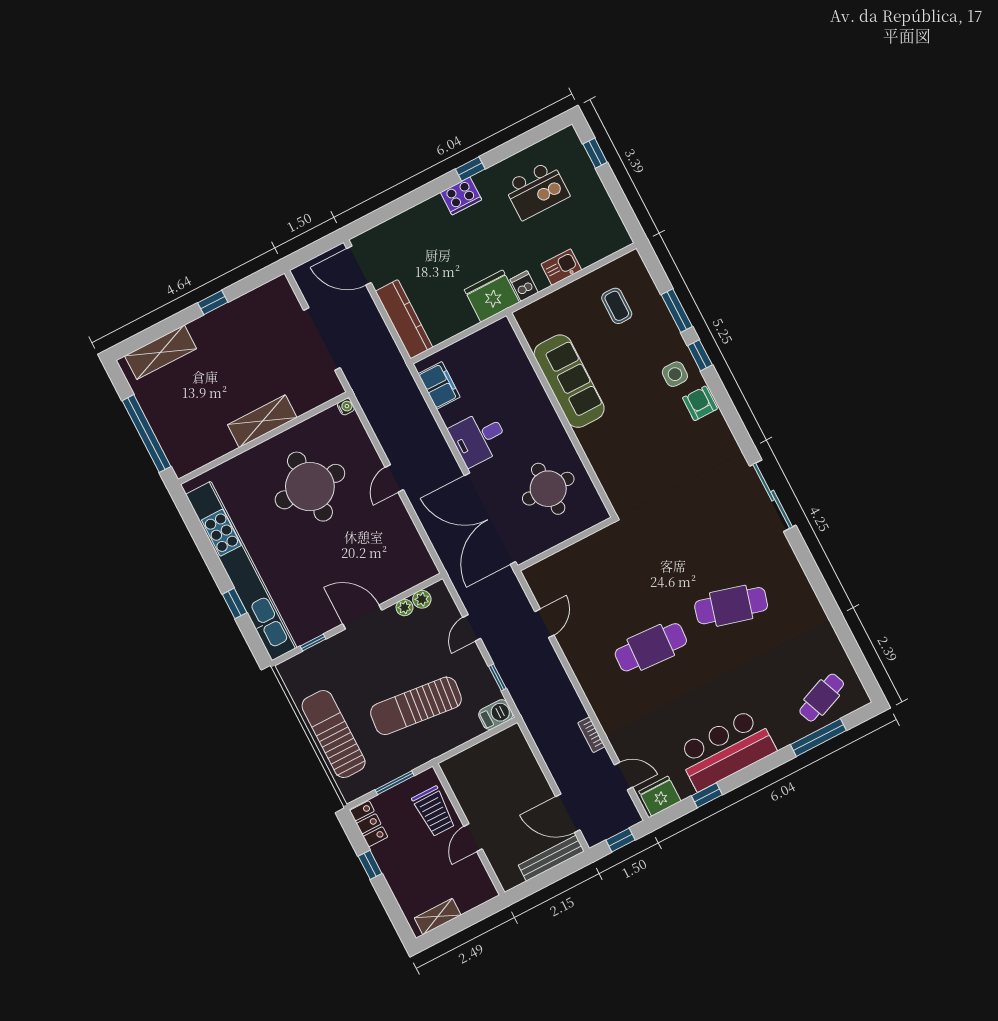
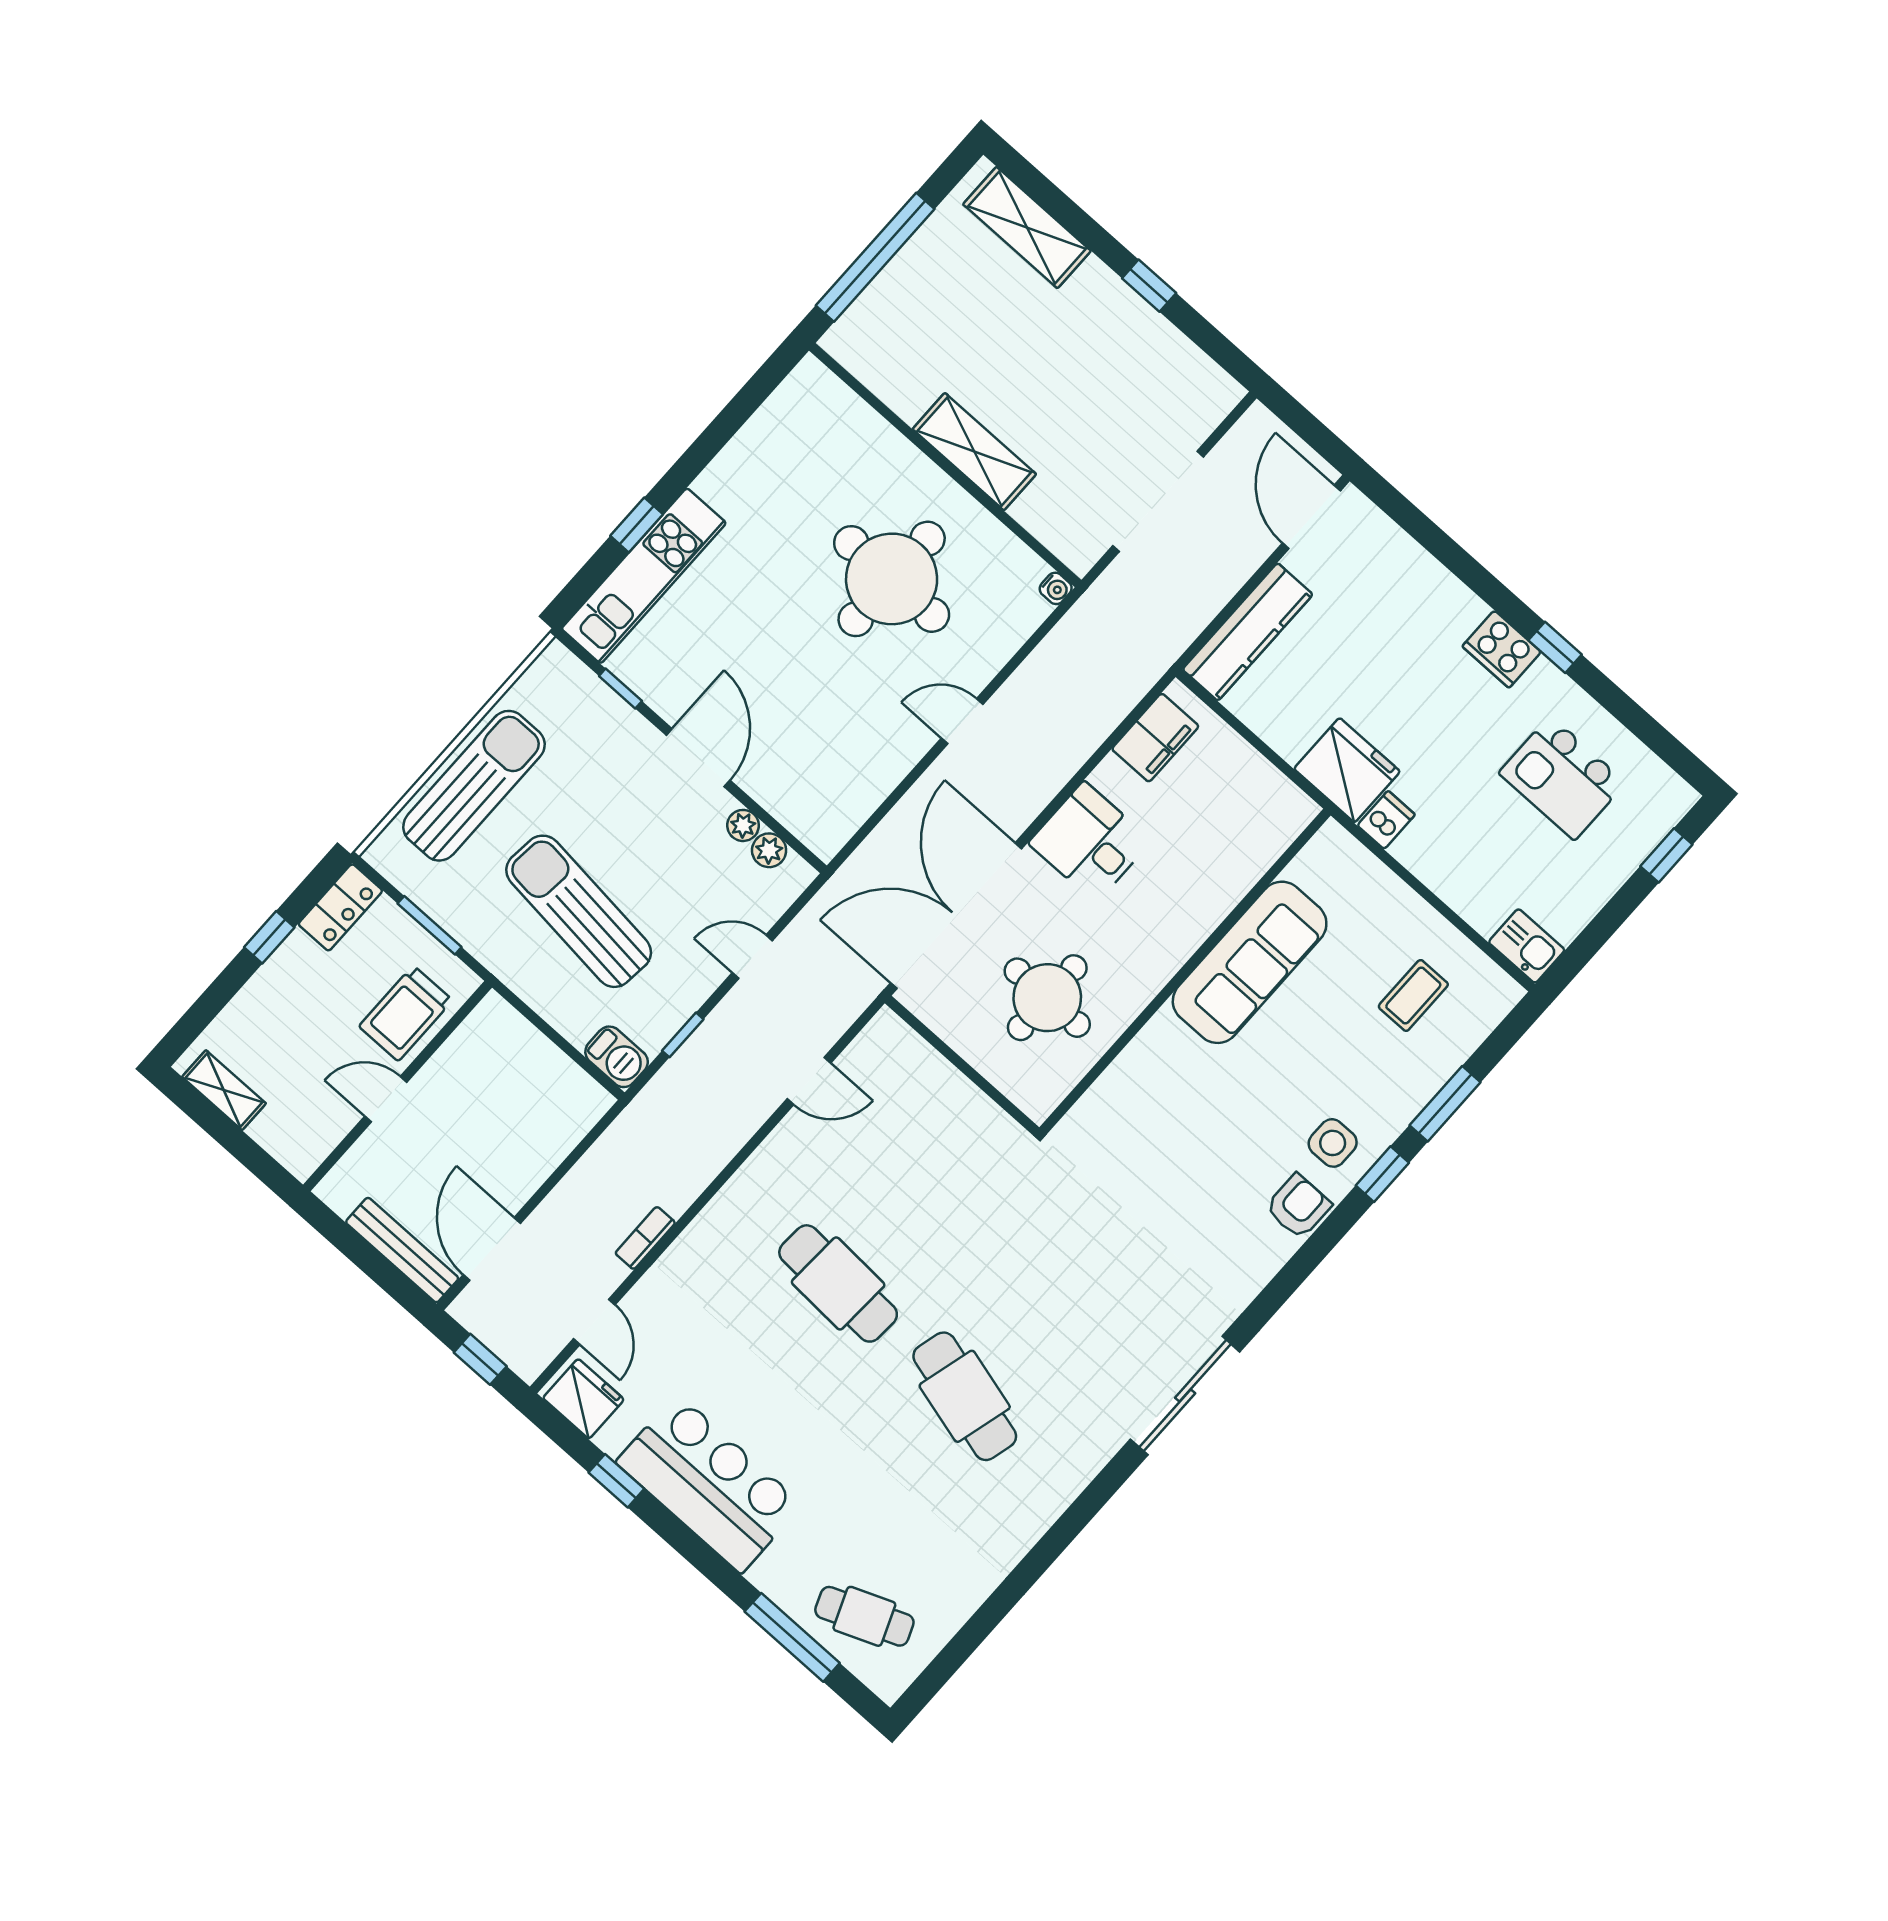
kitchen sink: (561, 267) -> (1527, 946), moved
kitchen unit: (241, 571) -> (644, 576), width x0.54

